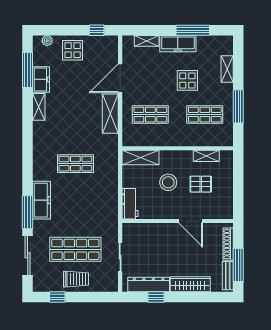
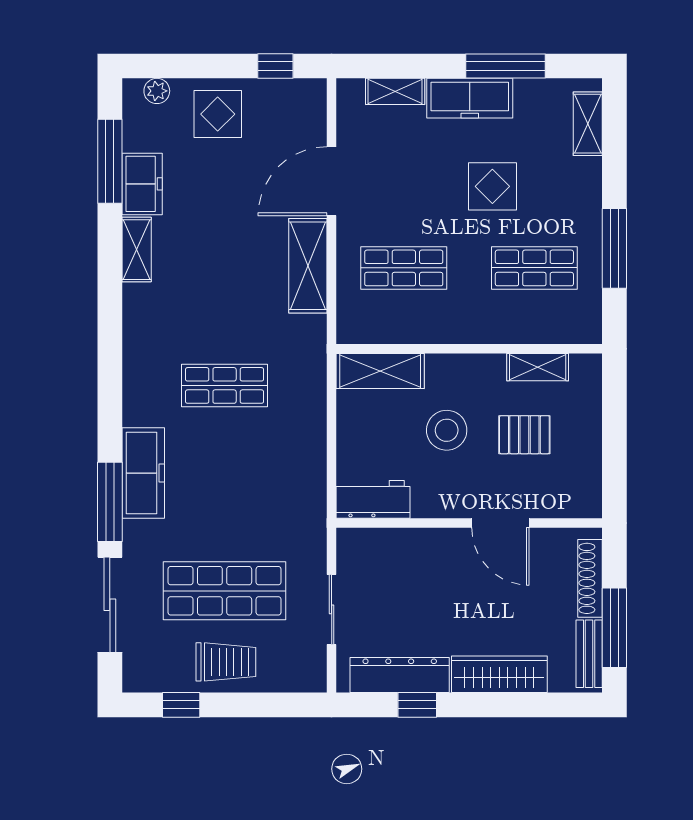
shelving: (227, 69) -> (588, 124), moved
workbench: (130, 204) -> (373, 499), moved, turned -90

